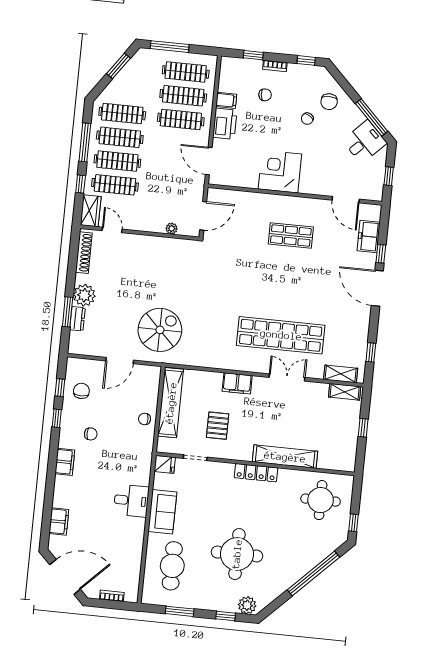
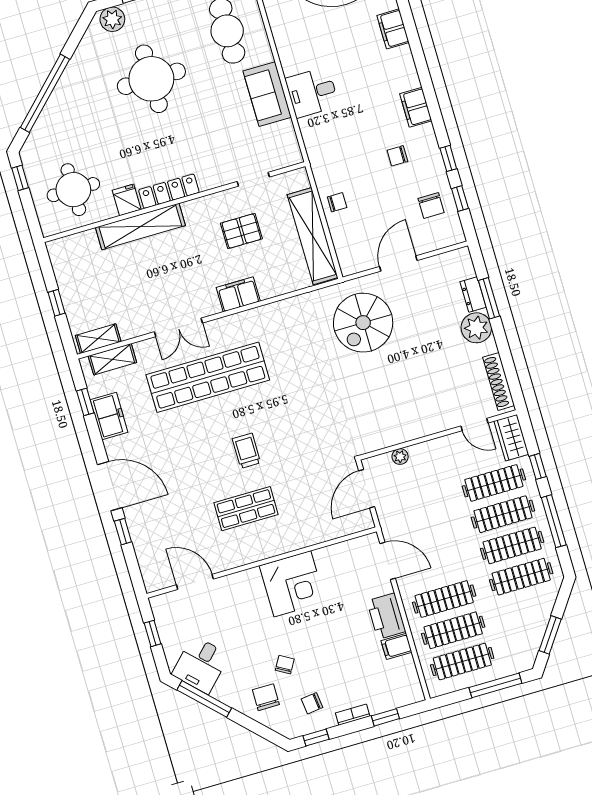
chair: (265, 95) -> (312, 703), moved
freezer: (369, 236) -> (109, 416), moved
trolley: (275, 275) -> (246, 451), added
pallet: (218, 426) -> (241, 231), turned 90
fridge: (165, 464) -> (127, 200), moved, turned 90

